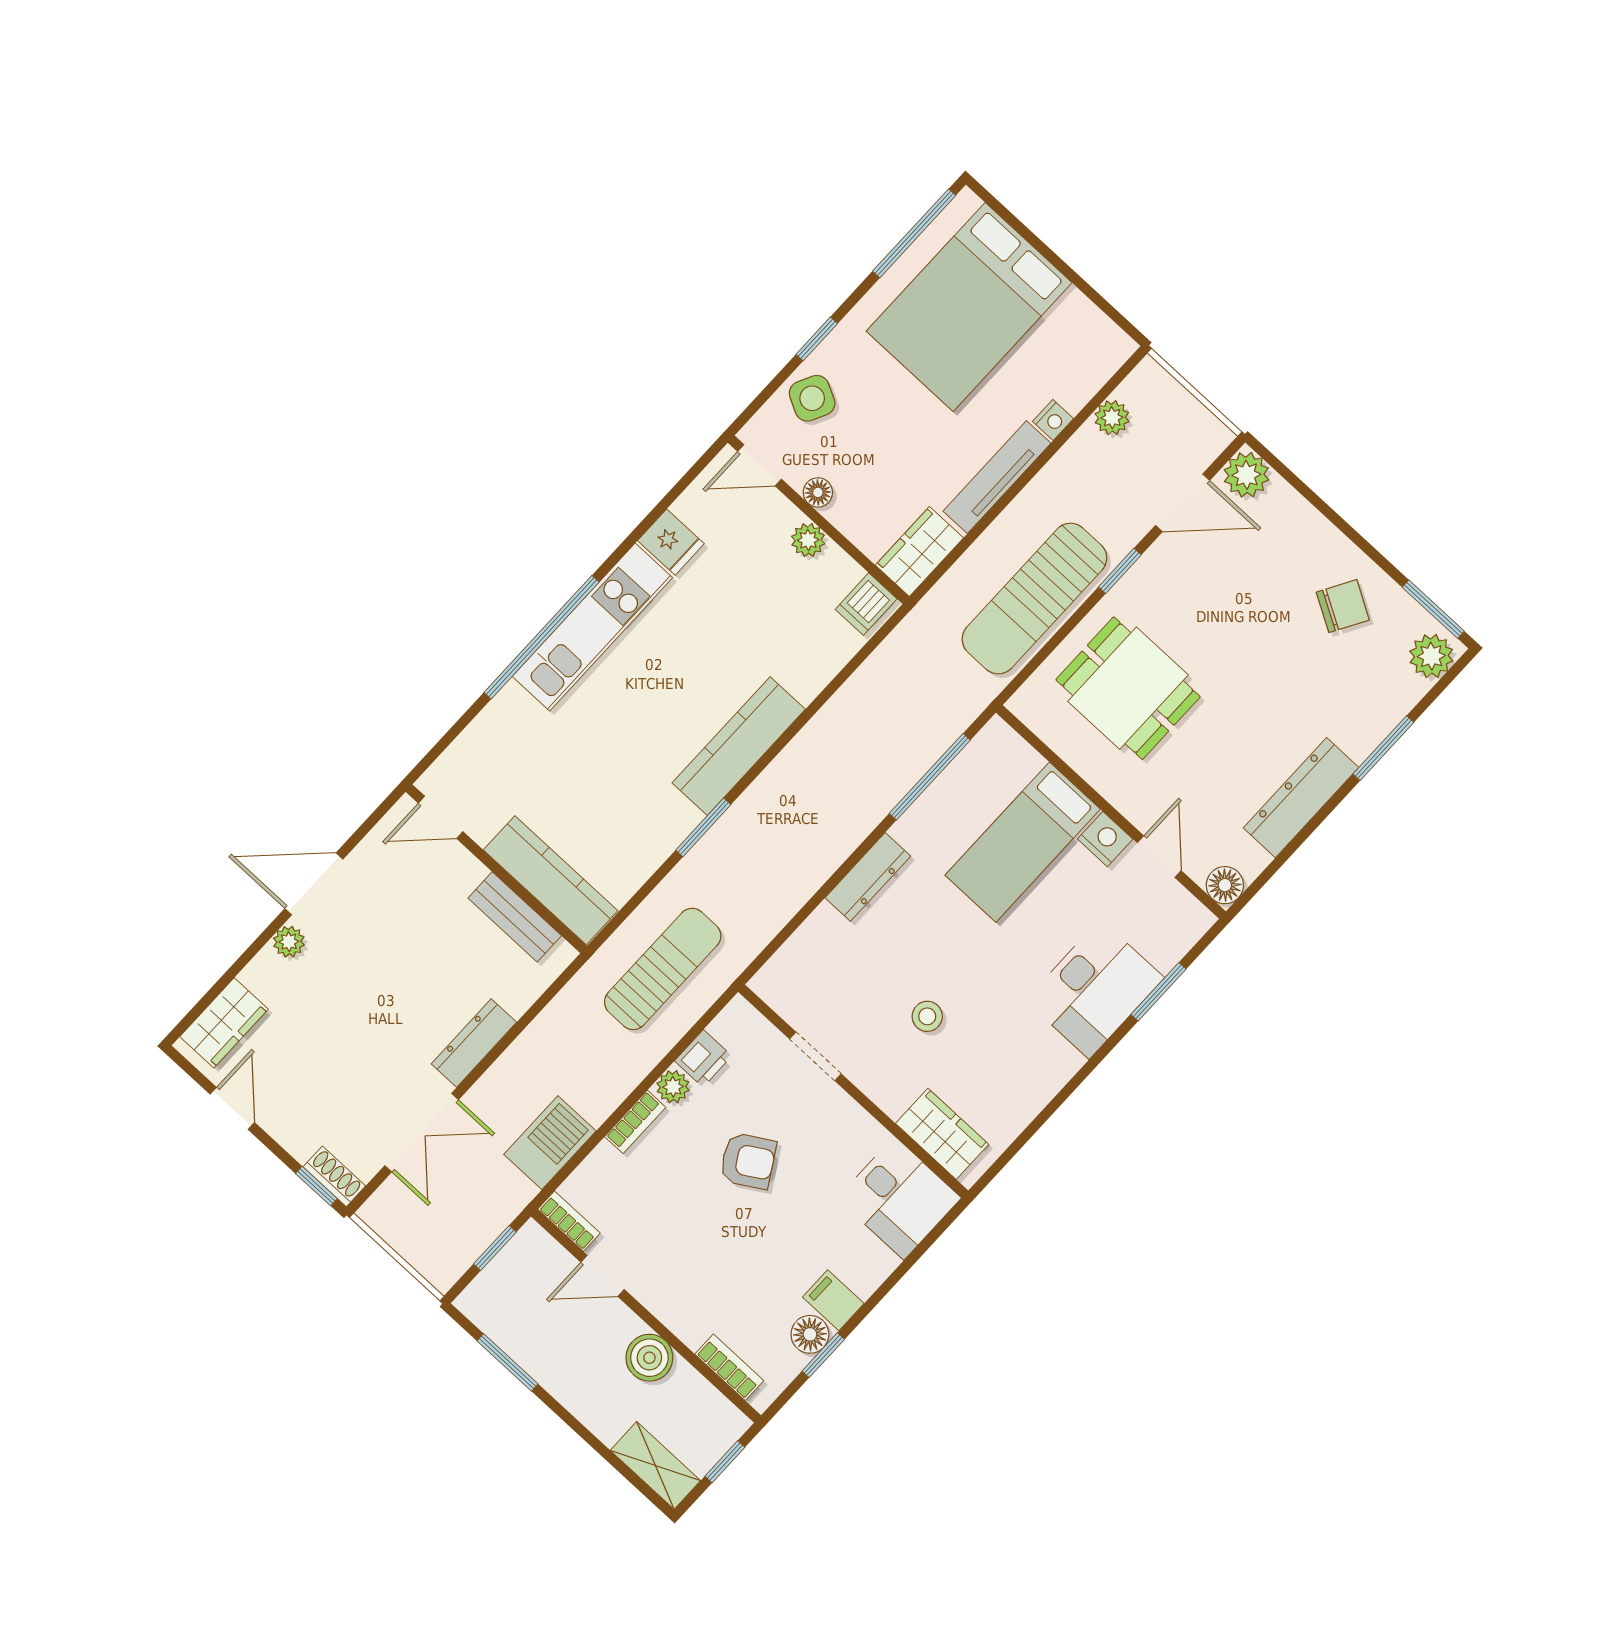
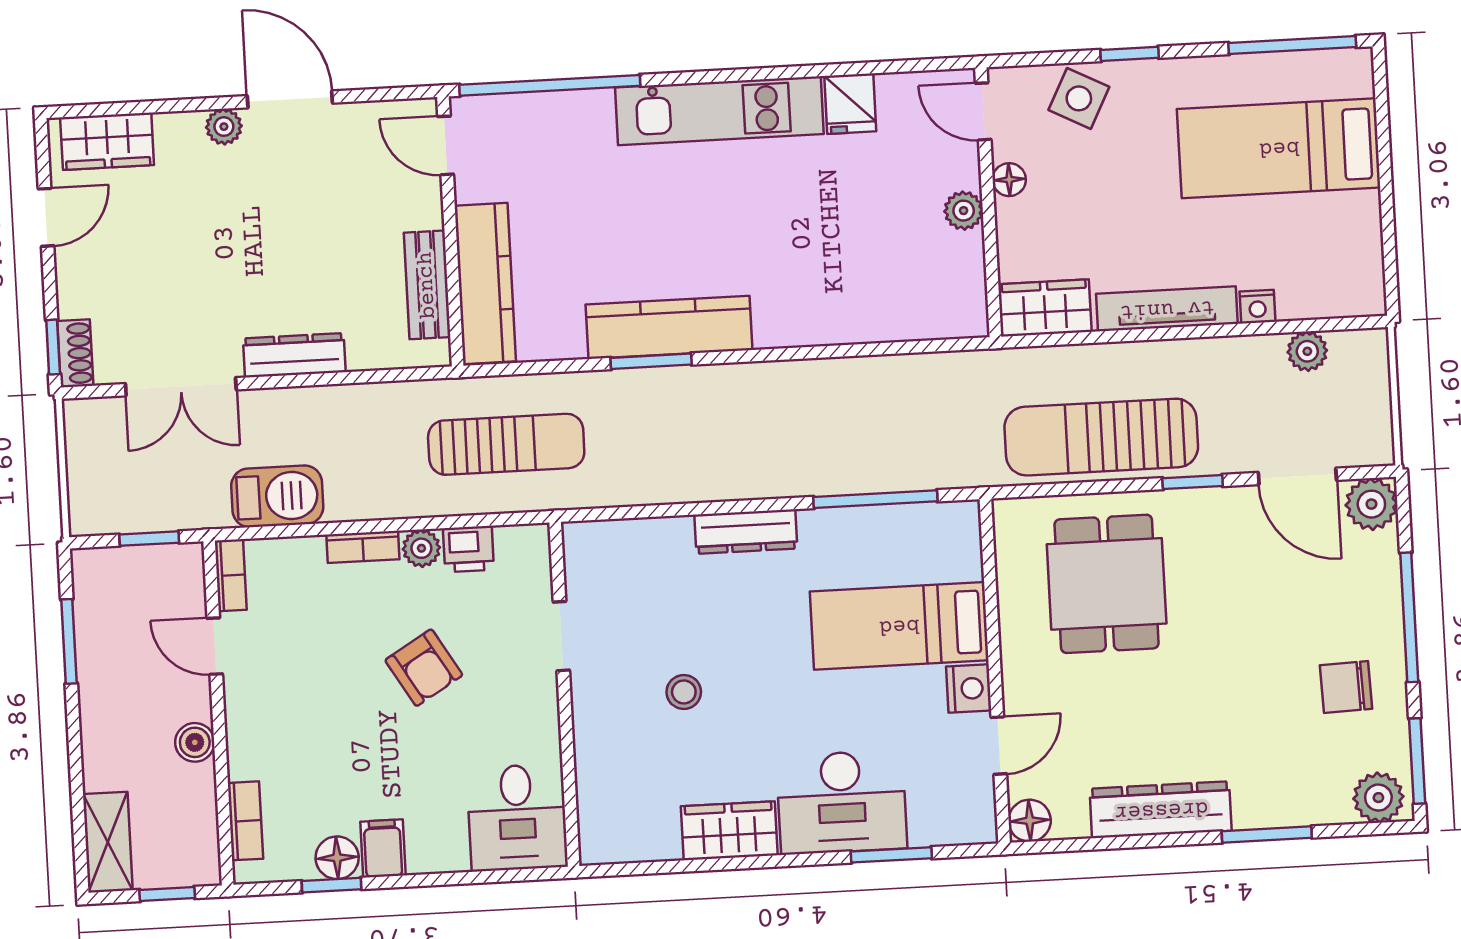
bed: (969, 307) -> (1279, 148), width x0.67
window: (1340, 523) -> (1409, 617), added
dishwasher: (866, 604) -> (960, 308), removed
chair: (1343, 606) -> (1346, 687), turned 148
window: (541, 637) -> (550, 85), moved
kitchen counter: (739, 746) -> (669, 327), moved
wardrobe: (942, 1134) -> (729, 831), moved, turned -90
boiler: (649, 1358) -> (195, 742), width x0.73, depth x0.73

